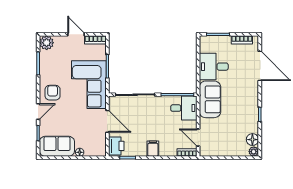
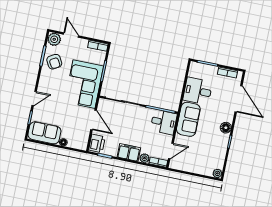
door: (76, 34) -> (71, 35), moved
armchair: (53, 93) -> (54, 62), moved, turned 150
door: (198, 138) -> (171, 151), swing flipped
floor lamp: (252, 140) -> (226, 128), moved
filing cabinet: (153, 149) -> (129, 152), width x2.00
plant: (171, 151) -> (144, 158), added

